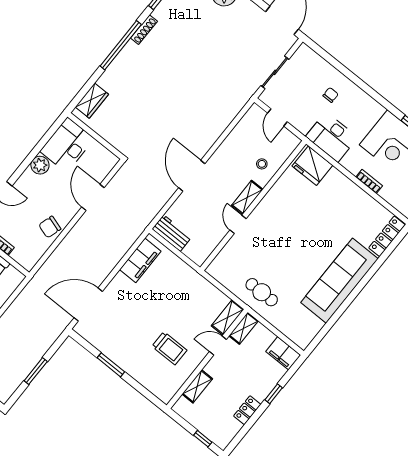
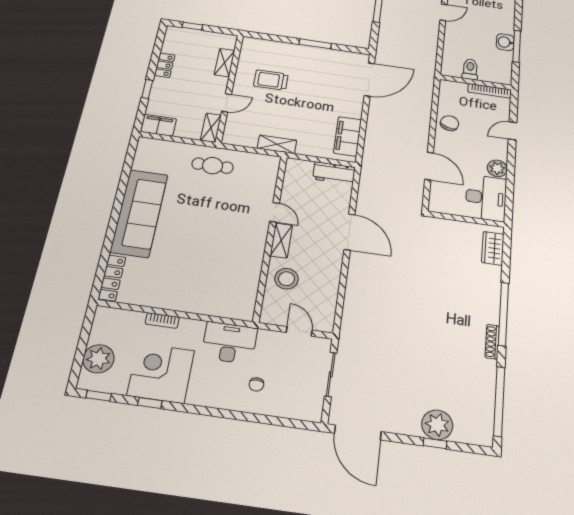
stool: (262, 164) -> (287, 279), width x1.89, depth x1.89
fridge: (312, 166) -> (233, 304), removed
shelving: (228, 318) -> (277, 144), moved, turned 90

